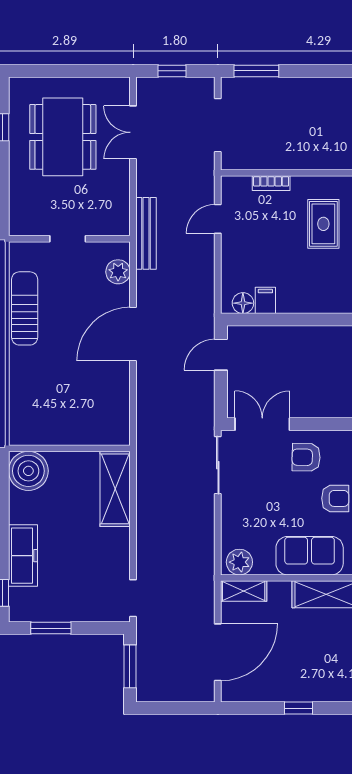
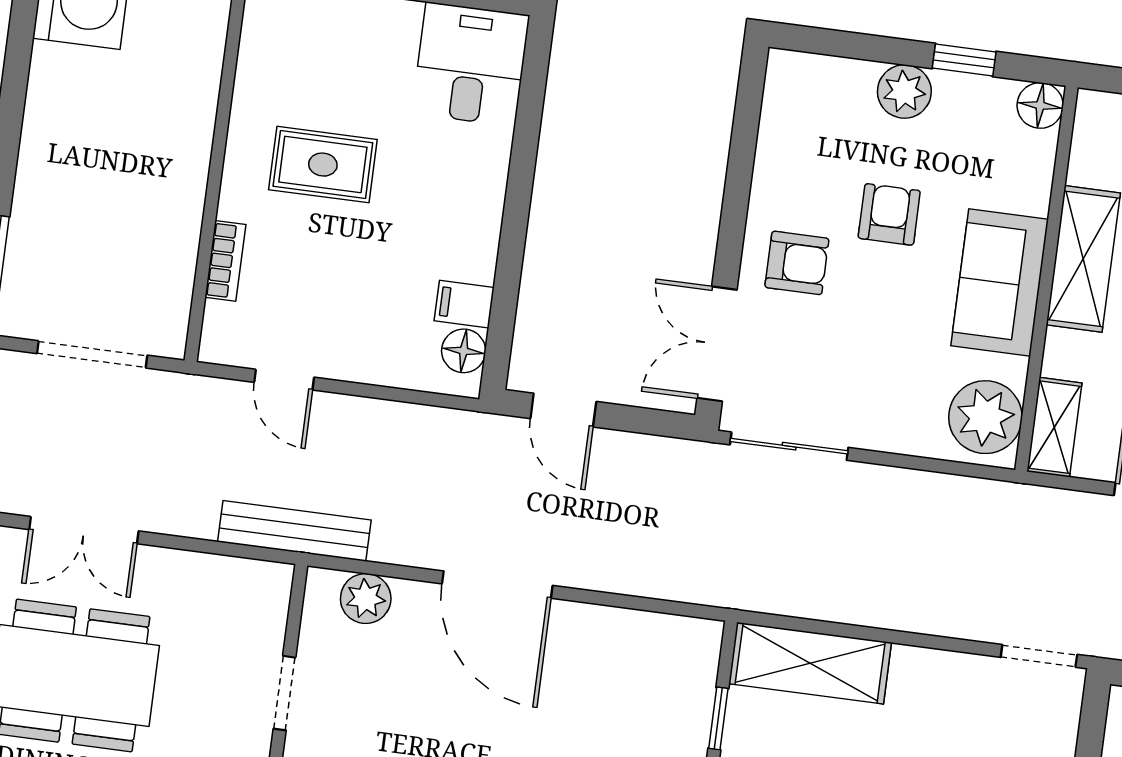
window: (83, 448) -> (718, 718), added
armchair: (306, 457) -> (797, 263), turned -91
plant: (239, 562) -> (985, 417), width x1.36, depth x1.36

